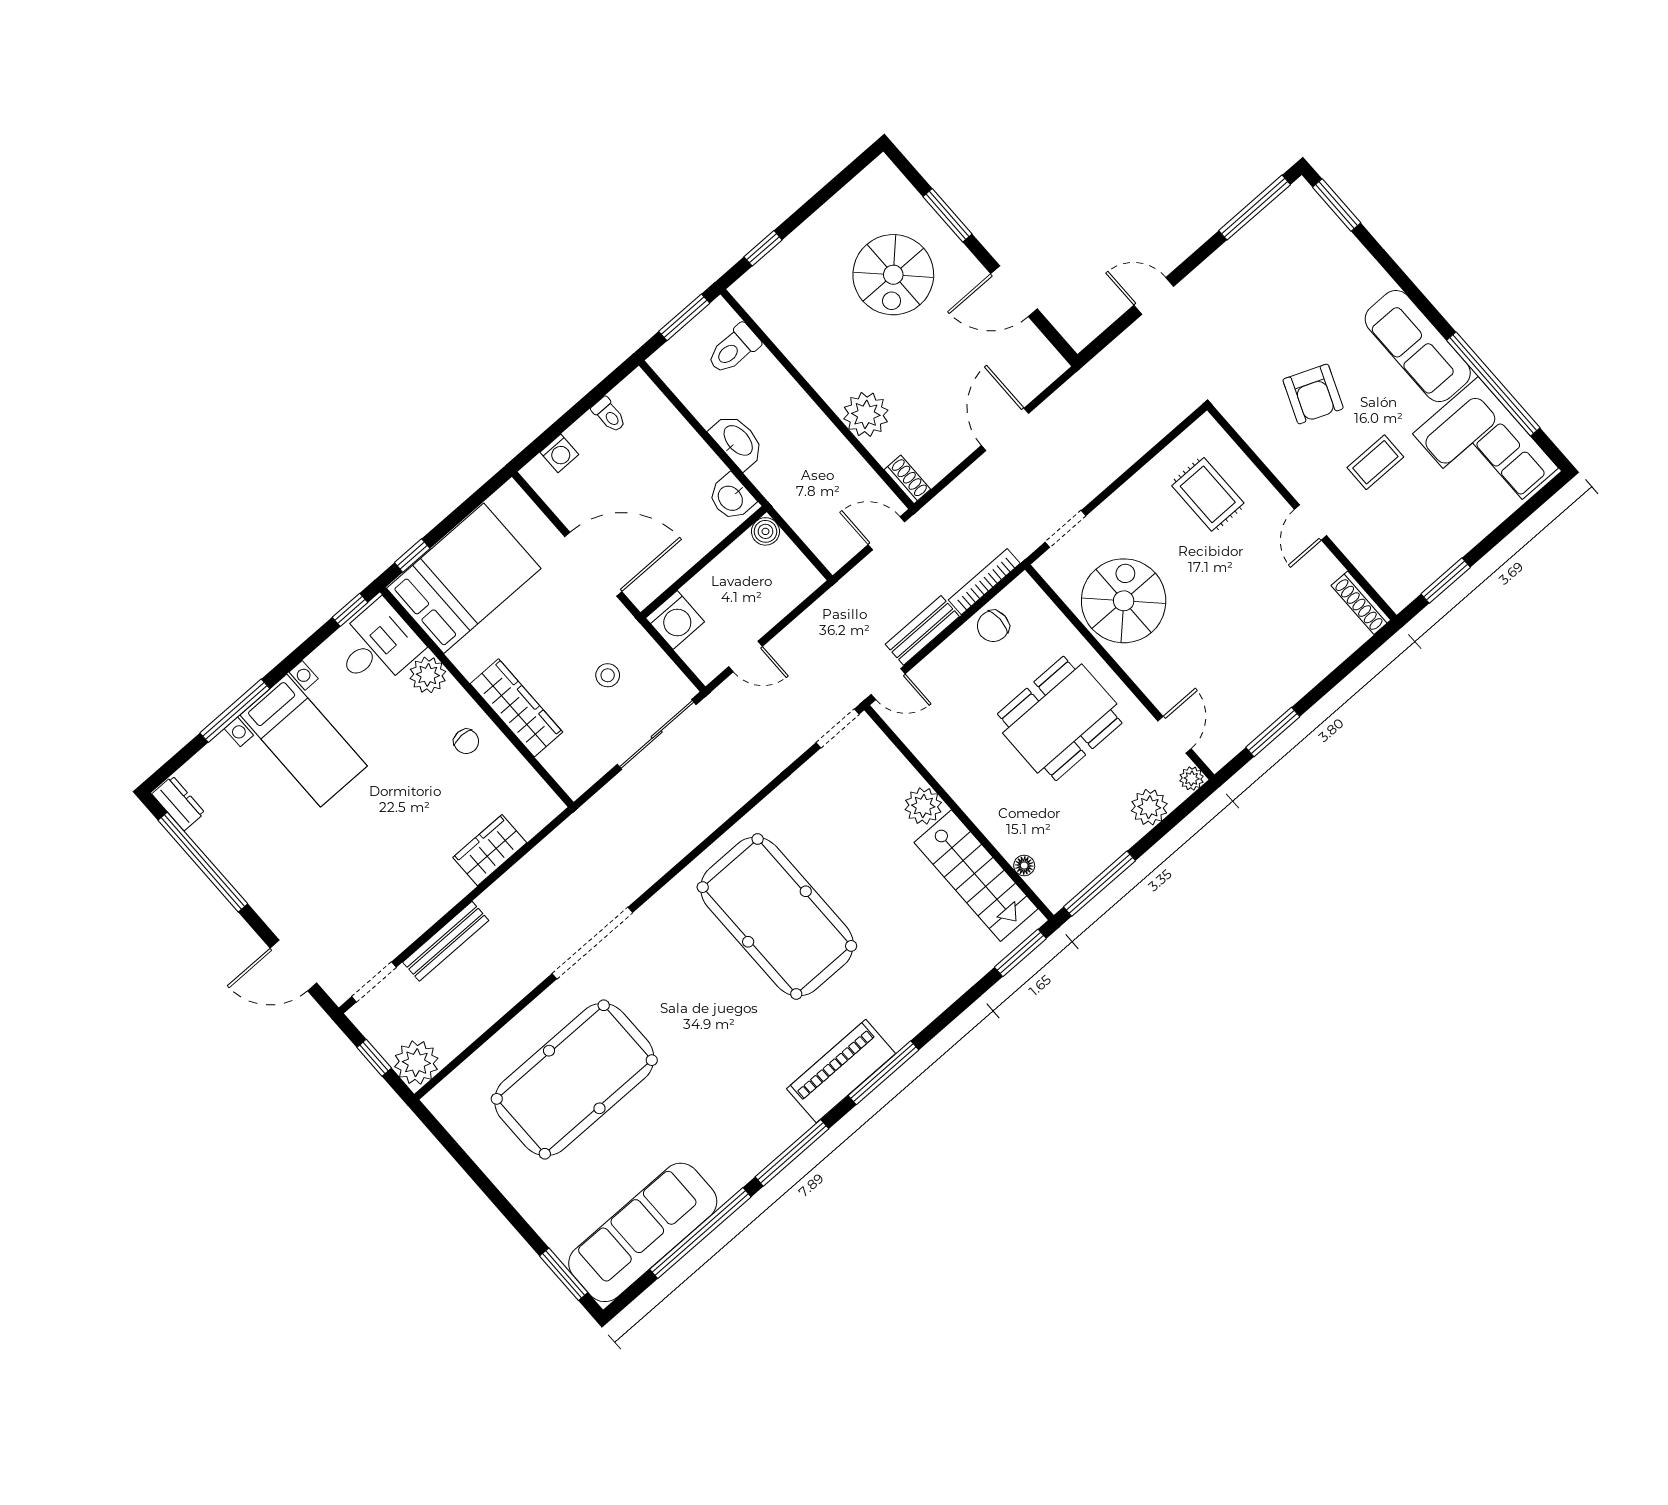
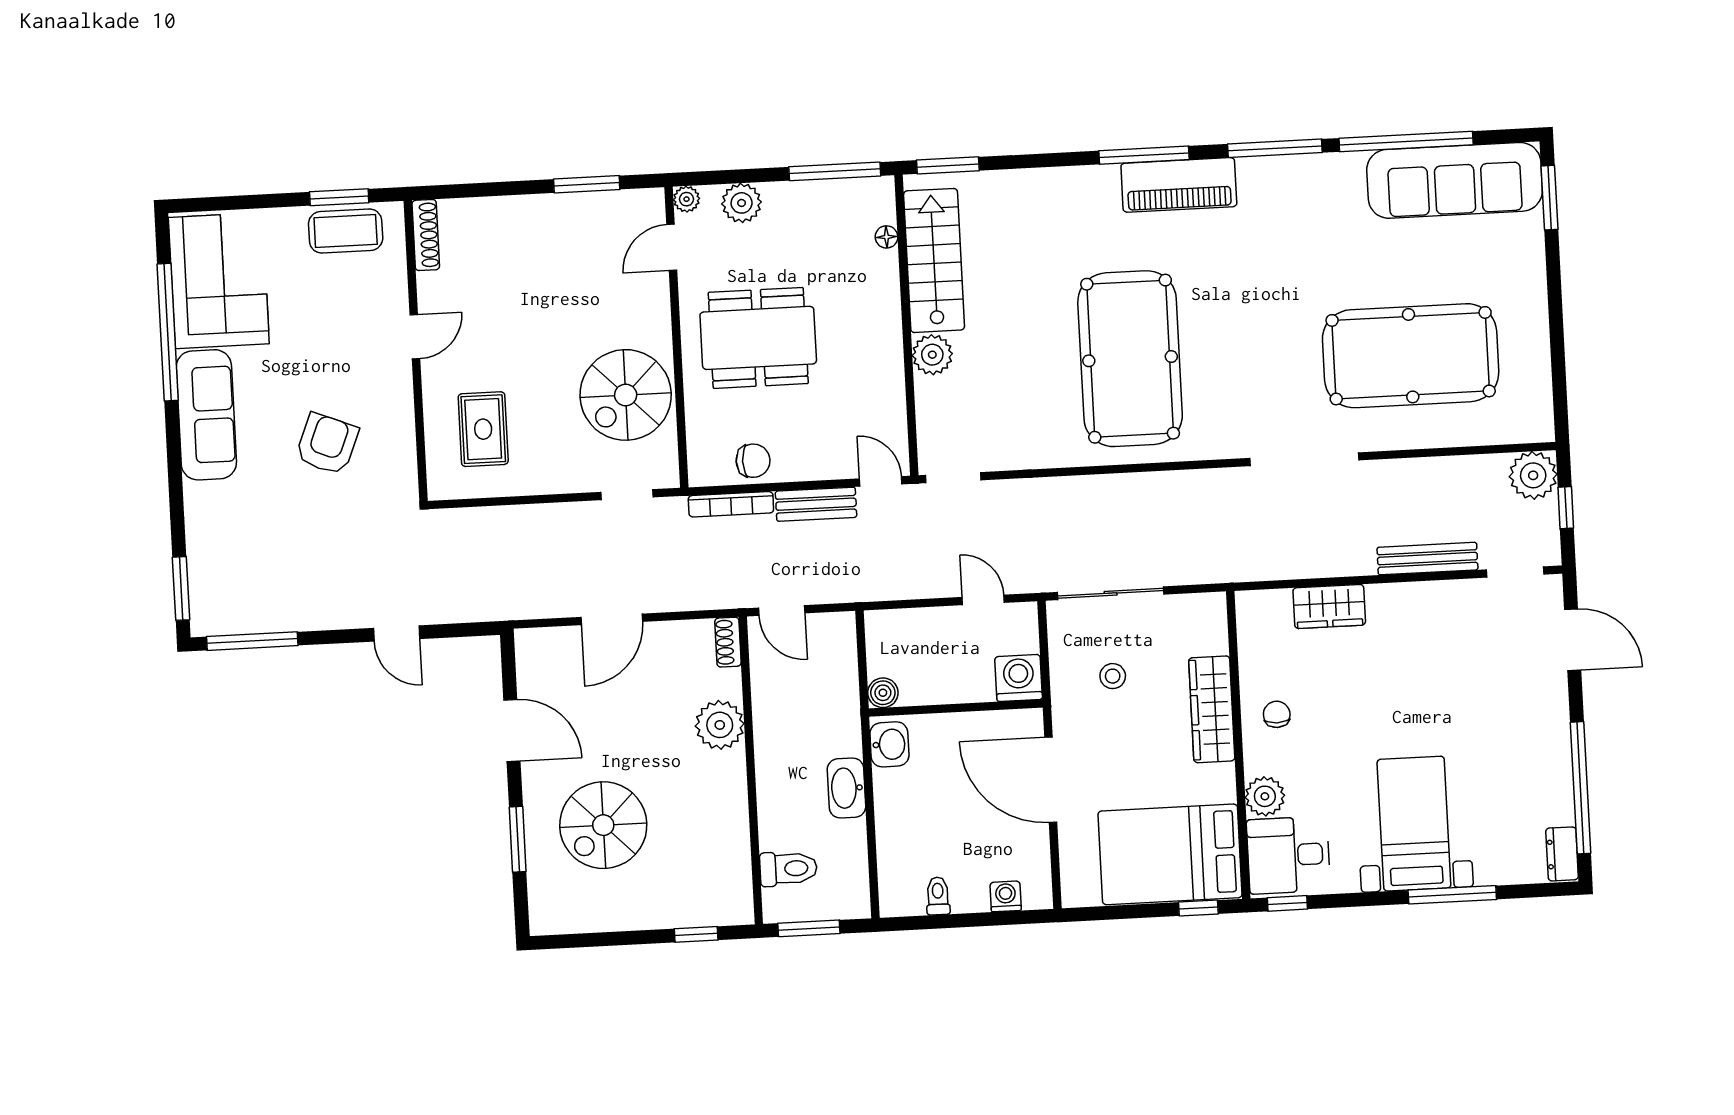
spiral stairs: (893, 275) -> (603, 825), turned 180
coffee table: (1375, 462) -> (346, 231), moved, width x1.36, depth x1.30

